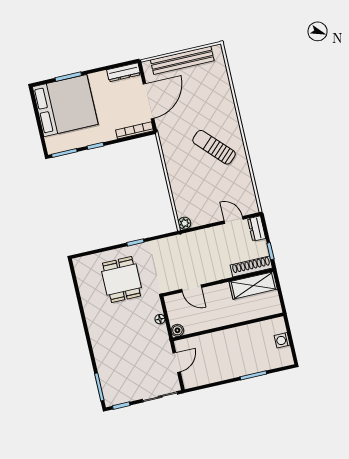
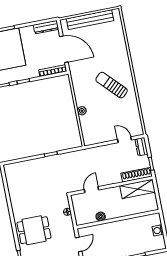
door: (149, 101) -> (64, 49), hinge flipped
plant: (184, 223) -> (82, 111), moved
dining table: (122, 280) -> (34, 230), moved, turned 90
door: (192, 288) -> (92, 190), swing flipped
boiler: (177, 330) -> (101, 217), moved

